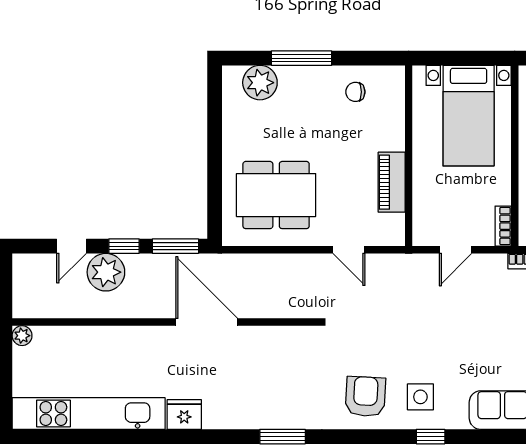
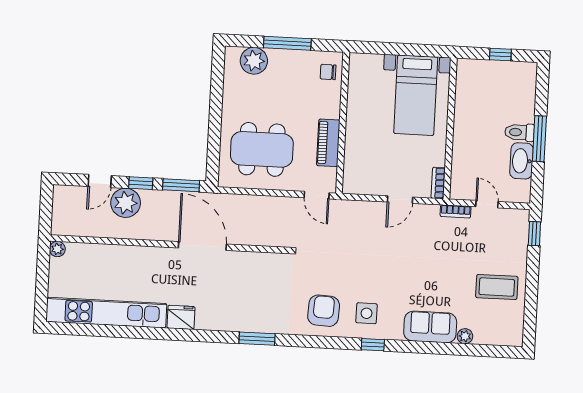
wall: (409, 156) -> (343, 123), moved
piano: (392, 182) -> (328, 143), moved

